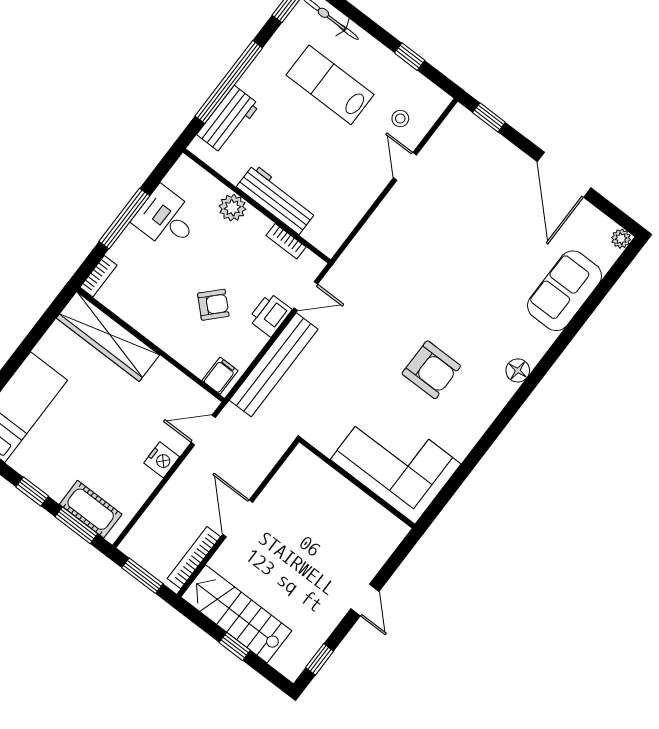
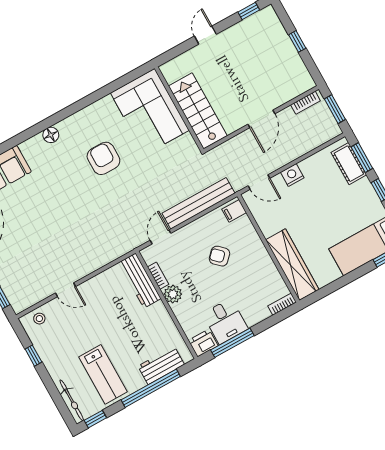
lab bench: (330, 85) -> (103, 374), moved
stool: (400, 118) -> (39, 319), moved
door: (405, 166) -> (66, 290), hinge flipped
workbench: (276, 199) -> (140, 280), moved
plant: (232, 208) -> (173, 294), moved
window: (124, 219) -> (232, 343), moved
door: (306, 296) -> (161, 237), hinge flipped
printer: (270, 315) -> (203, 343), moved, turned 180
bookcase: (194, 558) -> (305, 103), width x0.64
stairs: (236, 614) -> (198, 111), moved, turned 180

